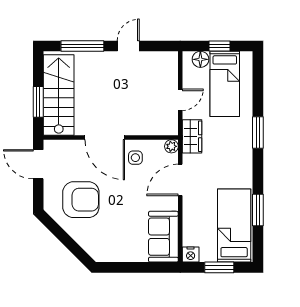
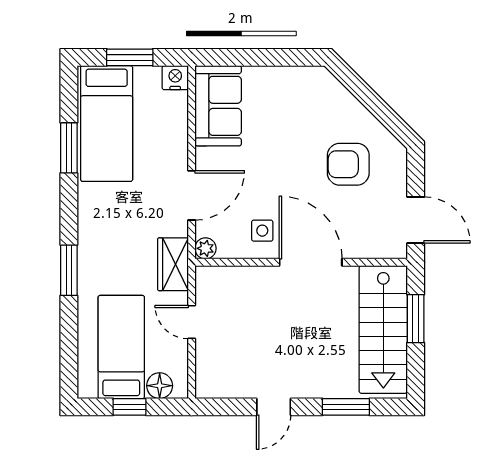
window: (82, 46) -> (346, 407), width x0.69
door: (180, 100) -> (192, 322), hinge flipped
armchair: (81, 200) -> (348, 164), width x0.73, depth x0.73

